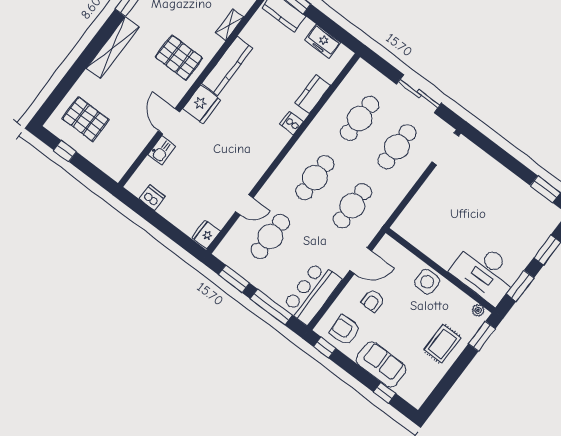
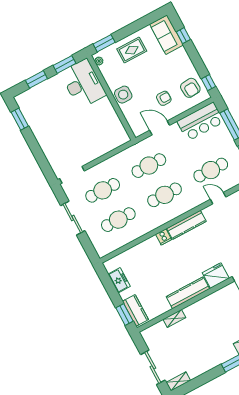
pallet: (179, 58) -> (217, 312), removed
kitchen counter: (313, 94) -> (186, 225), moved, width x1.50
sofa: (381, 364) -> (166, 35), moved

